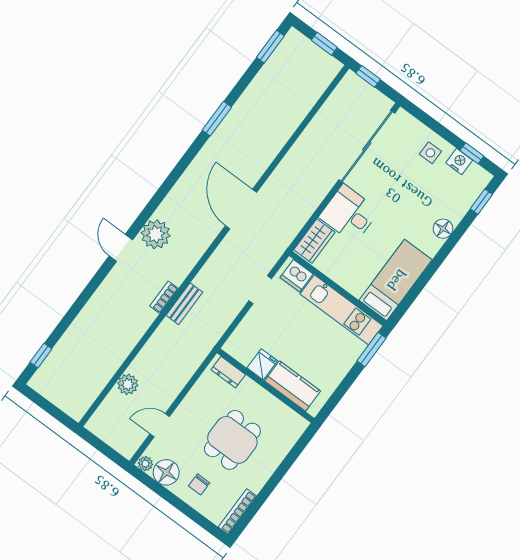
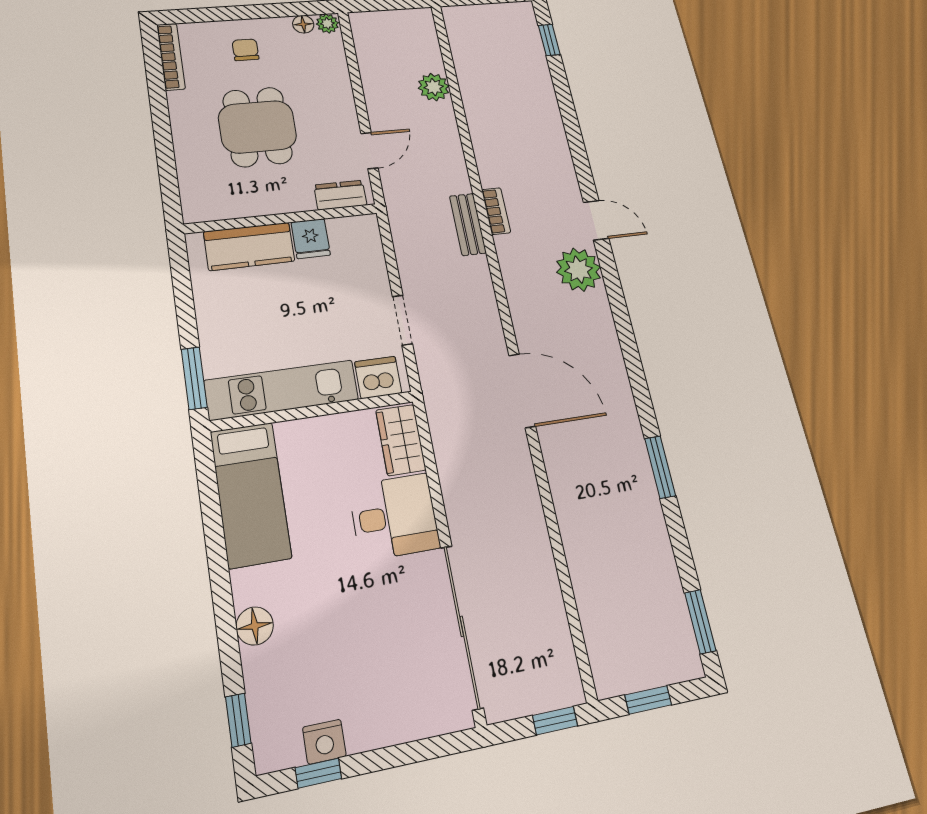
side table: (430, 153) -> (374, 710), removed
door: (160, 425) -> (370, 151), moved
floor lamp: (166, 472) -> (303, 24), width x0.53, depth x0.53

